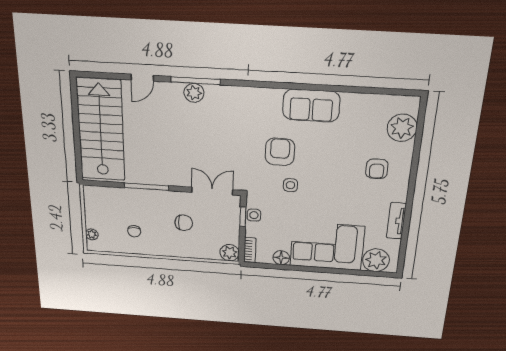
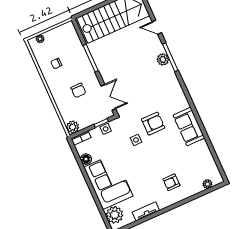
plant: (402, 128) -> (207, 184), width x0.53, depth x0.53

